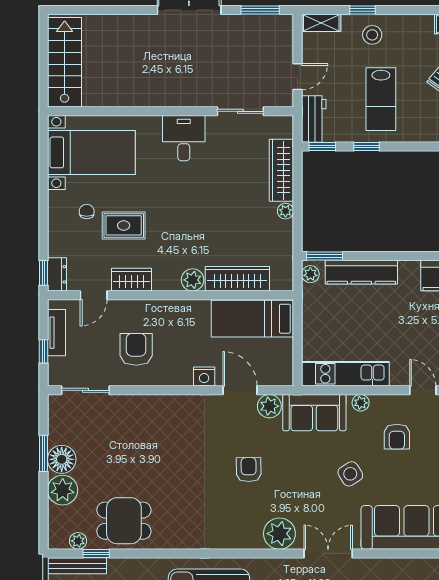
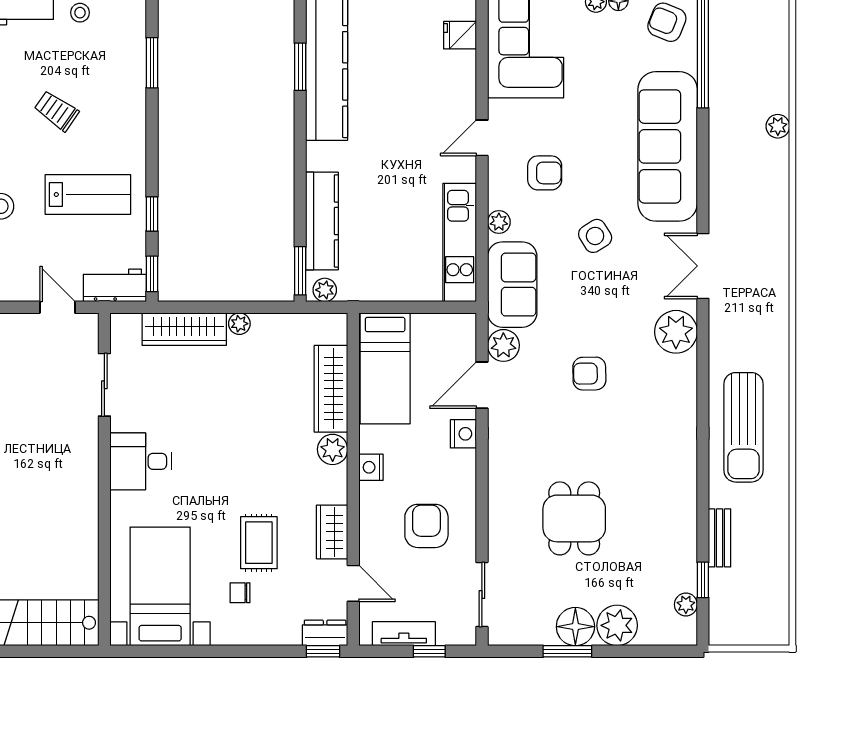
nightstand: (179, 308) -> (371, 467), added
armchair: (136, 349) -> (426, 526), turned 90
dining table: (124, 521) -> (574, 518), moved
bench: (77, 566) -> (720, 538), moved, width x0.73

